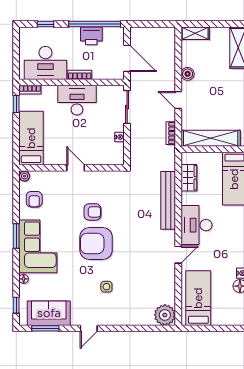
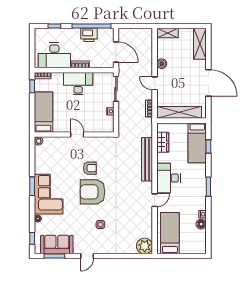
armchair: (34, 199) -> (46, 158), removed

